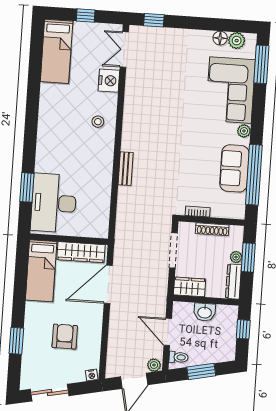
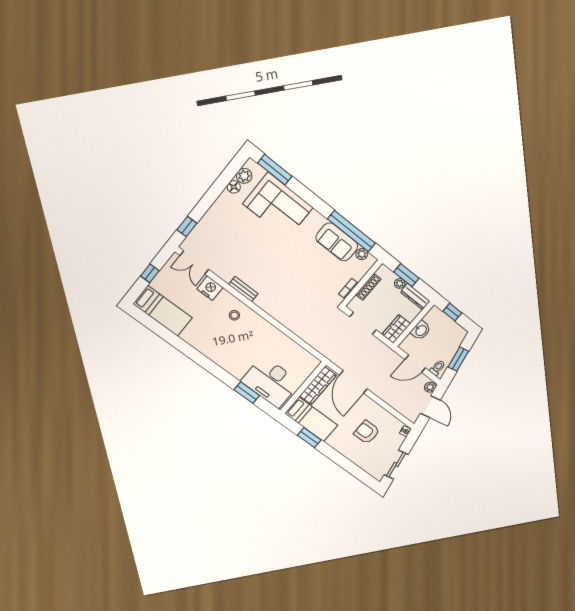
plant: (244, 131) -> (362, 254), moved
bench: (126, 169) -> (243, 289), moved
window: (16, 341) -> (309, 438), moved

